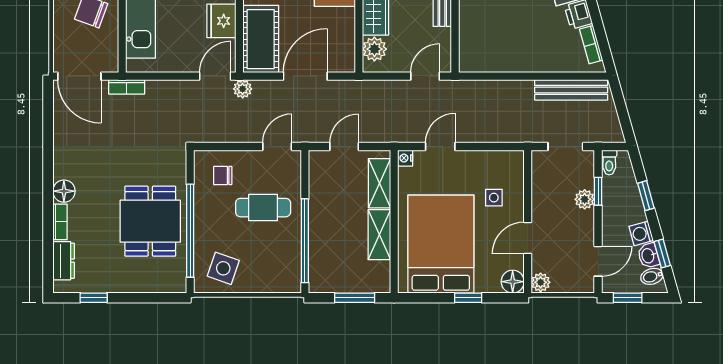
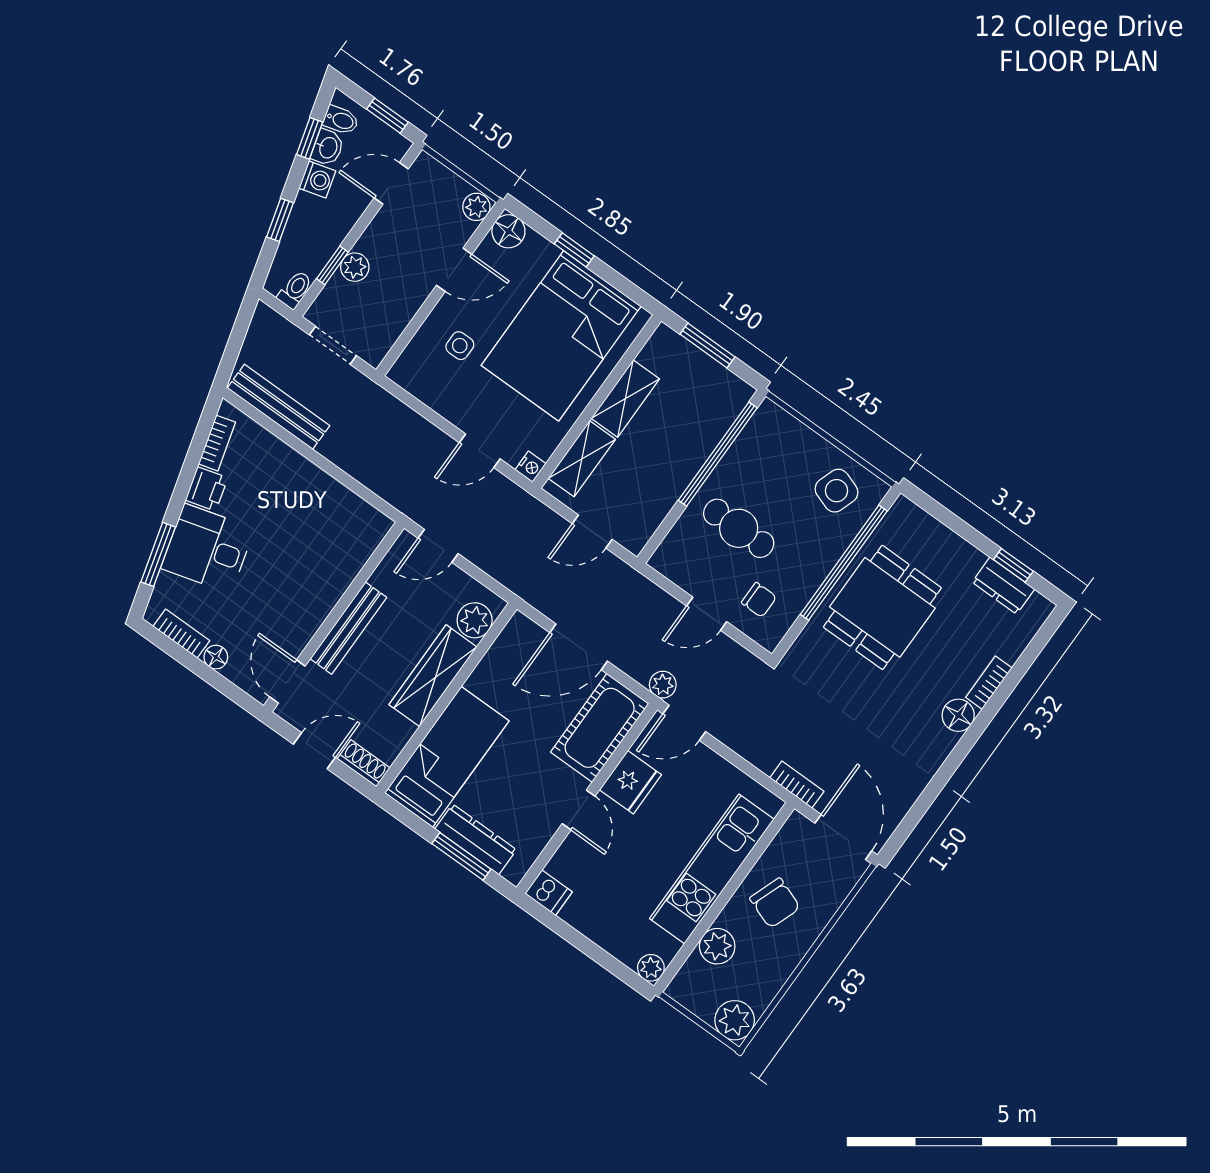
door: (277, 147) -> (707, 614), moved
dresser: (64, 261) -> (1003, 586), moved, turned -90

